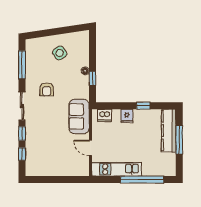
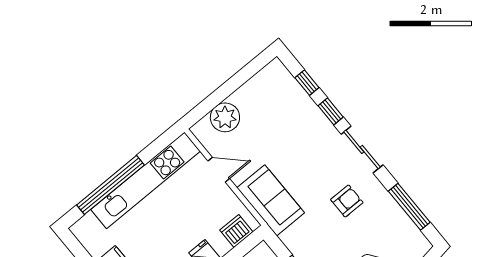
armchair: (47, 89) -> (347, 201), turned 90
plant: (69, 168) -> (225, 117), added
kitchen unit: (117, 169) -> (146, 180), width x1.36

